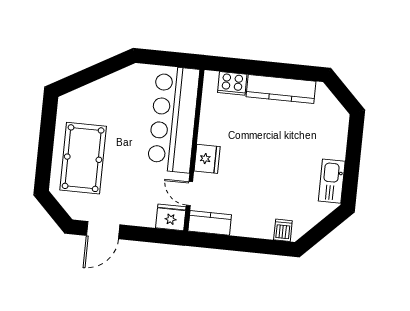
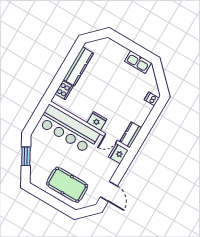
window: (98, 71) -> (26, 156), added

